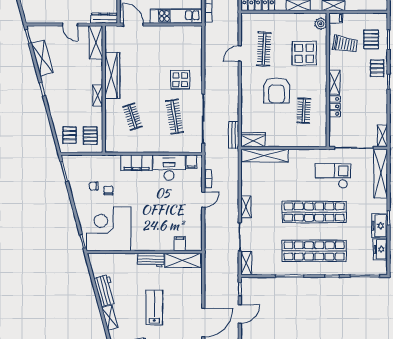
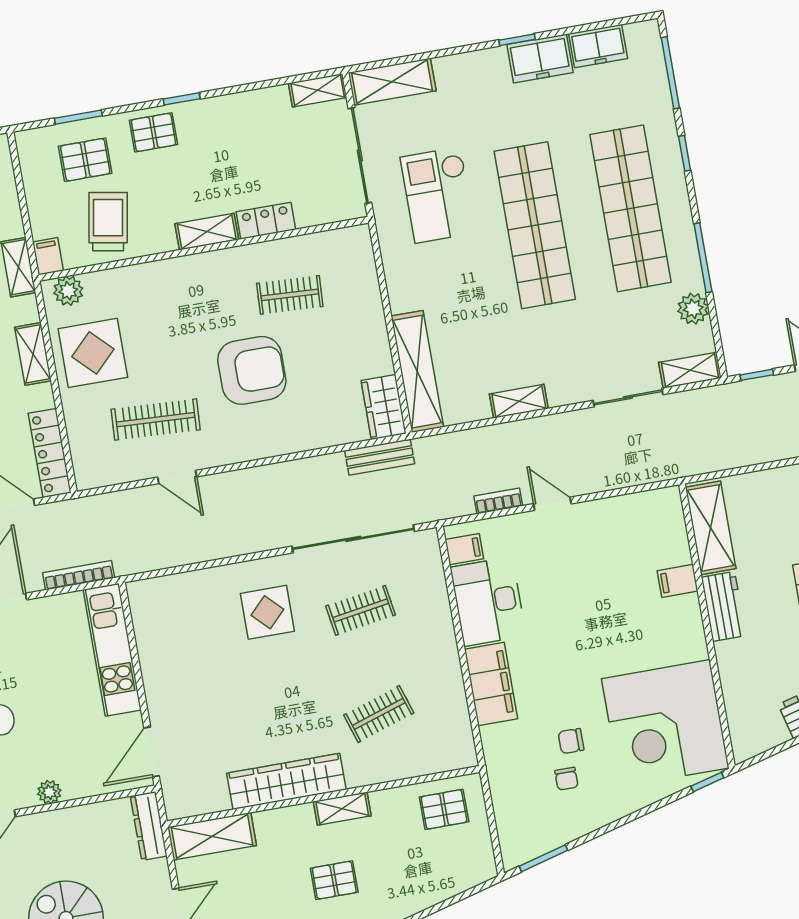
display table: (304, 53) -> (93, 353), moved
clothes rail: (174, 117) -> (361, 610), width x0.73
pallet: (70, 135) -> (334, 880), moved
shelving: (381, 174) -> (392, 82), width x0.68
shelving: (246, 207) -> (519, 401), moved
filing cabinet: (180, 244) -> (678, 581), moved
plant: (270, 269) -> (693, 309), added

